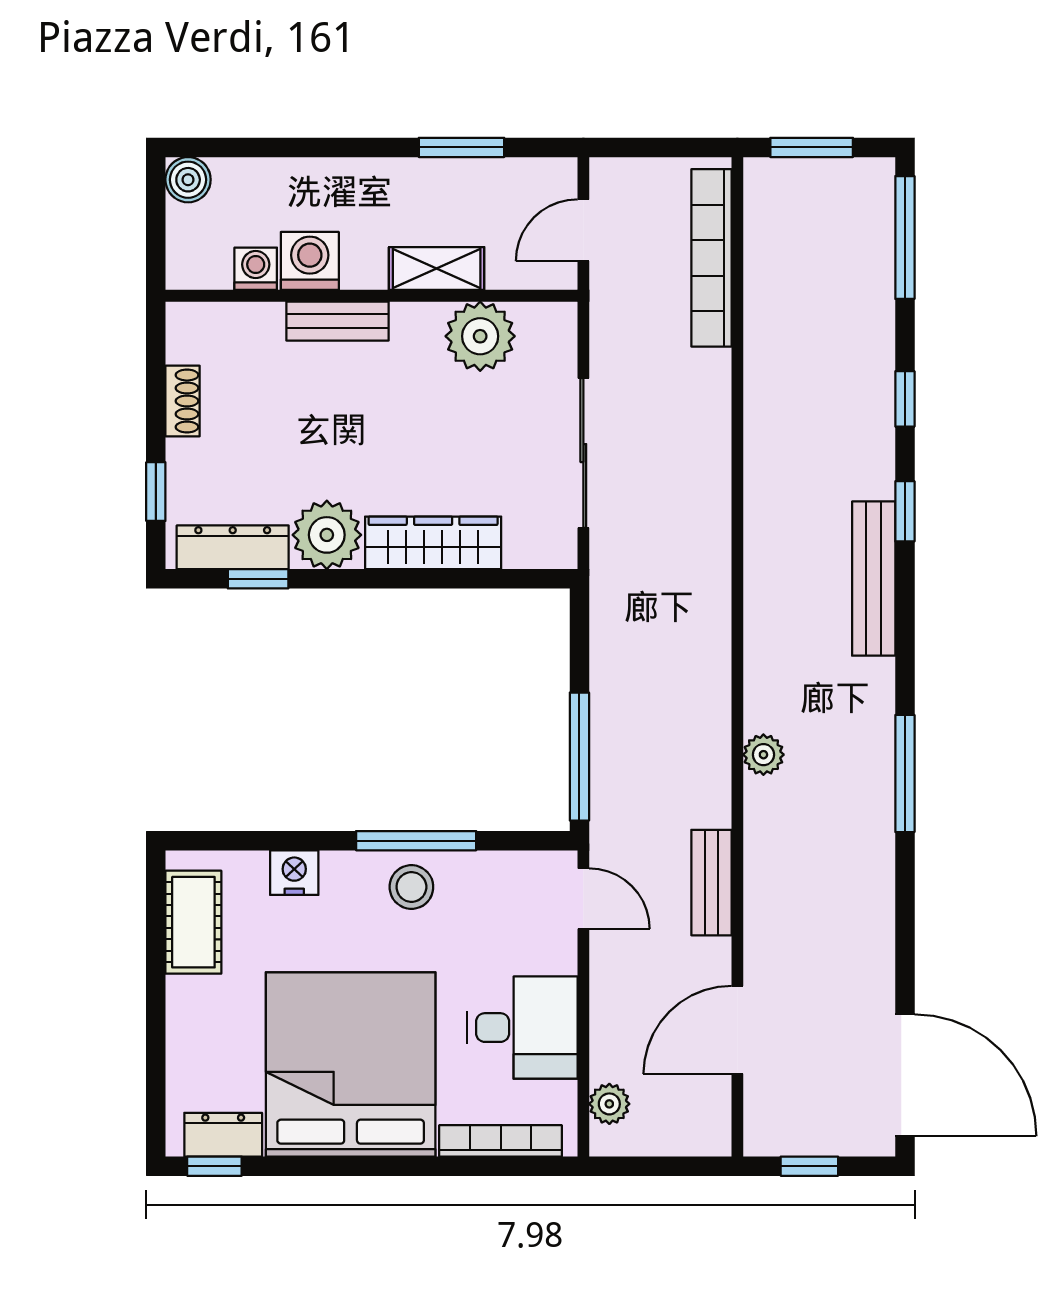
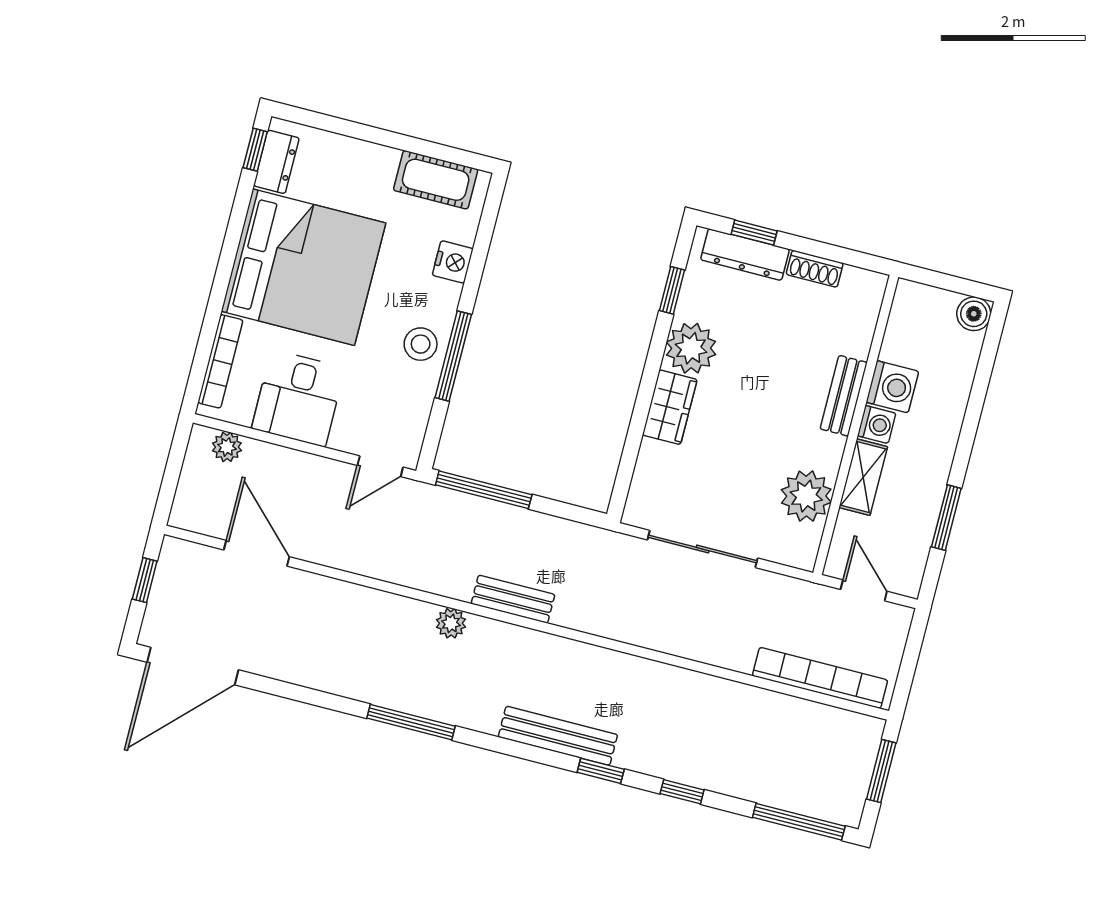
washing machine: (256, 269) -> (877, 424), moved
wardrobe: (433, 543) -> (670, 407), width x0.67
dresser: (233, 547) -> (745, 255), moved, turned 90
bench: (711, 883) -> (513, 599), moved

